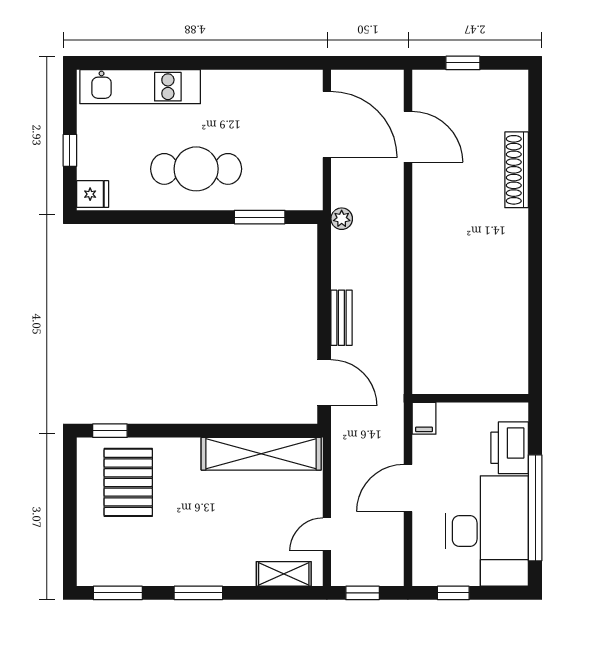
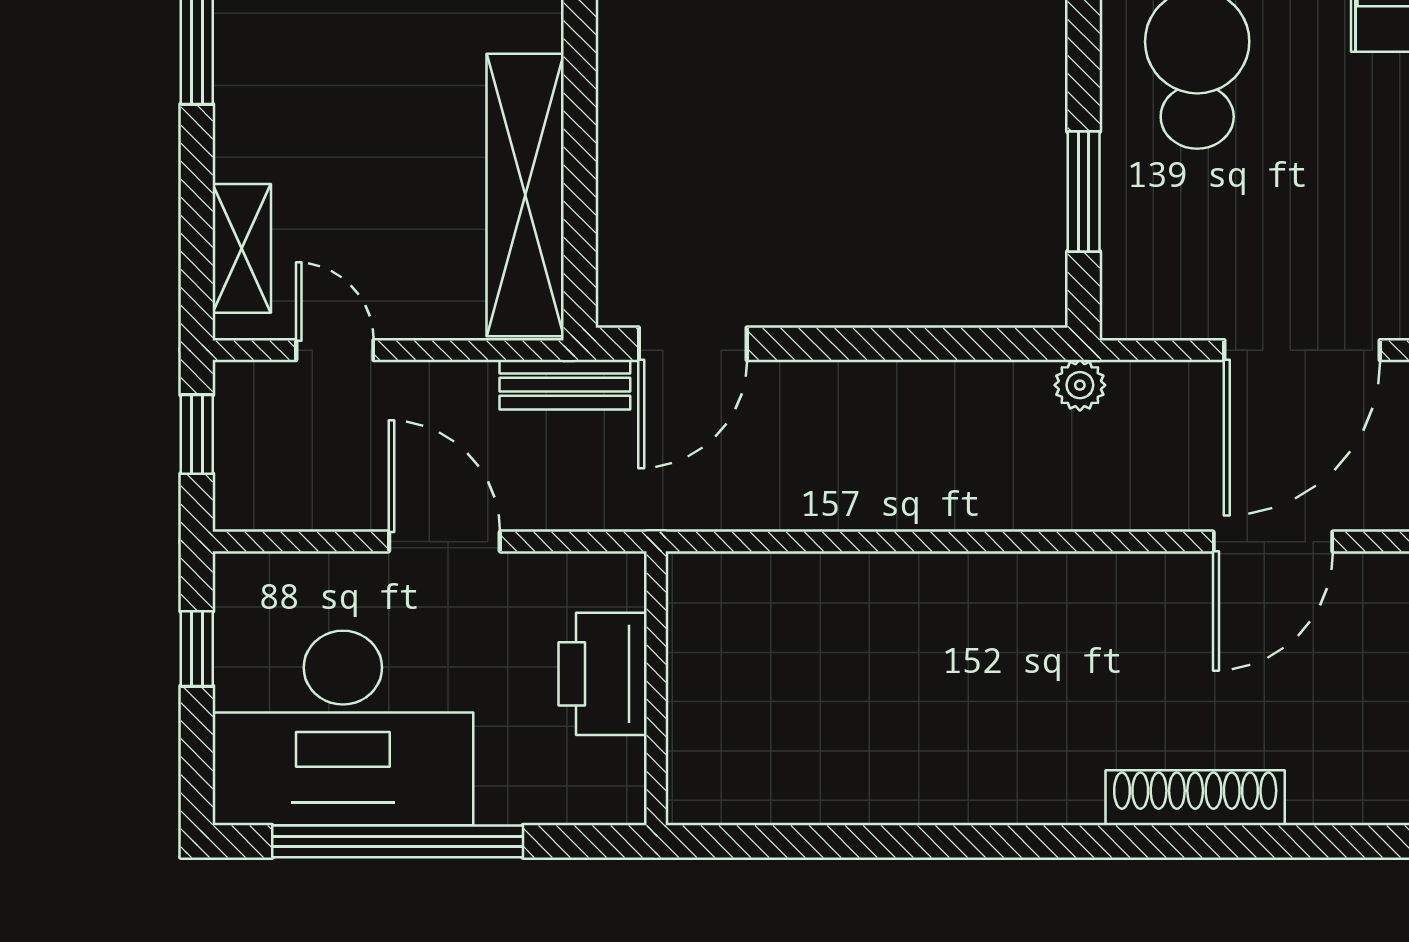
bench: (341, 318) -> (565, 385), moved
filing cabinet: (424, 418) -> (609, 579), removed
printer: (510, 448) -> (603, 674), moved, turned -90

